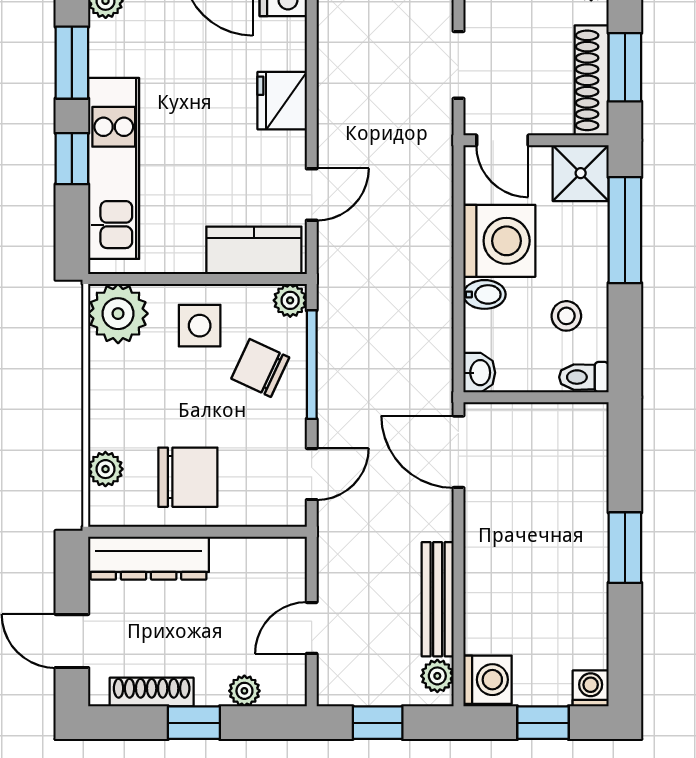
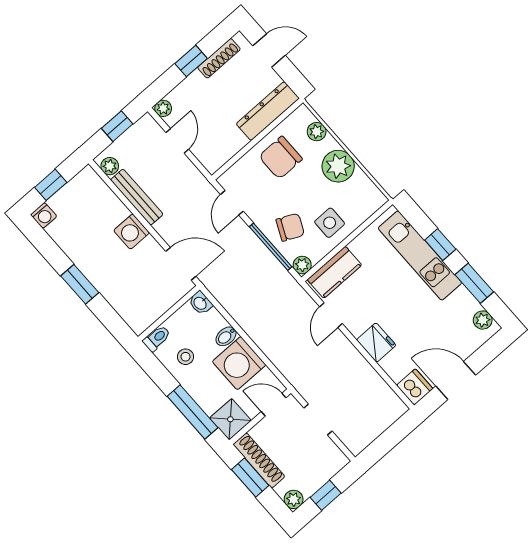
plant: (118, 314) -> (338, 166), moved
washing machine: (488, 680) -> (132, 232), moved
plant: (244, 691) -> (163, 108), moved

